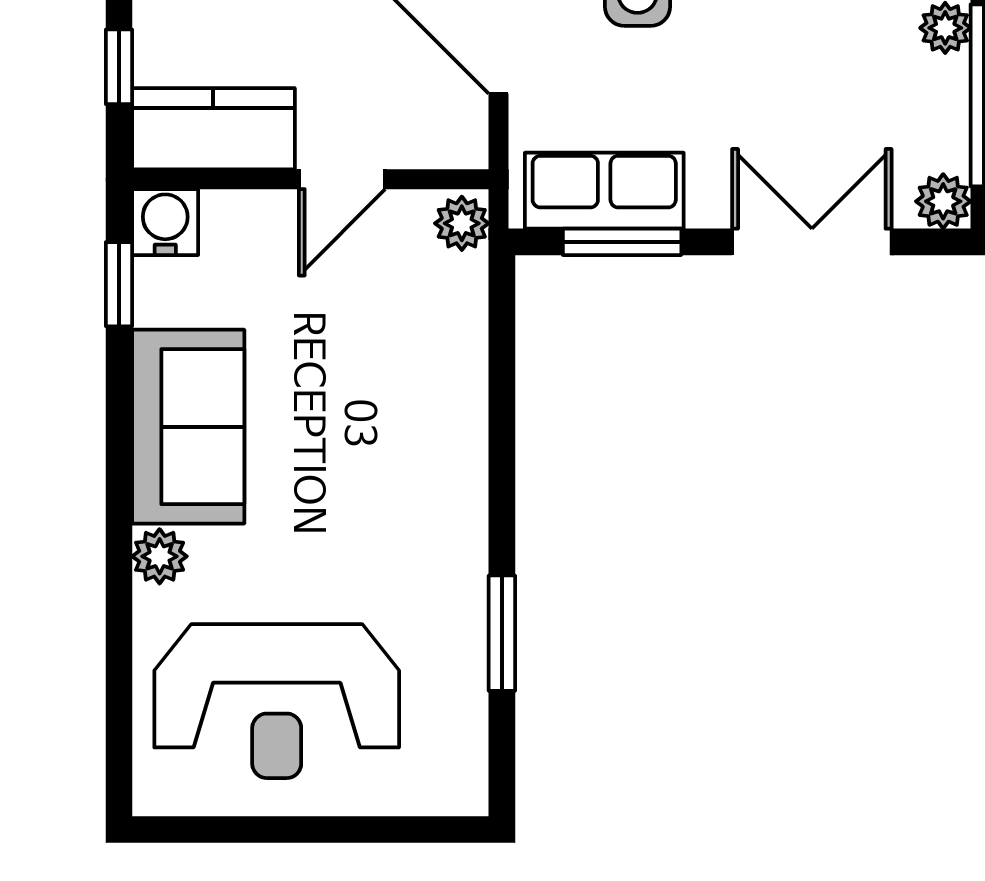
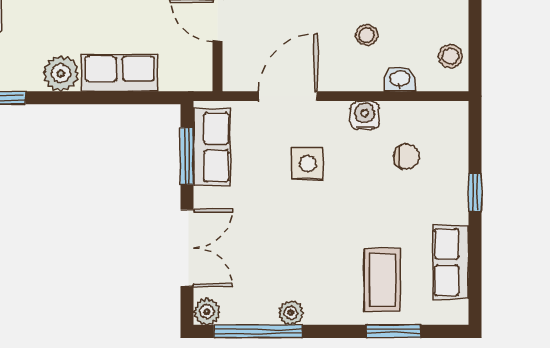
plant: (462, 223) -> (61, 73), moved, width x1.38, depth x1.38
row of seats: (451, 381) -> (120, 73), added

